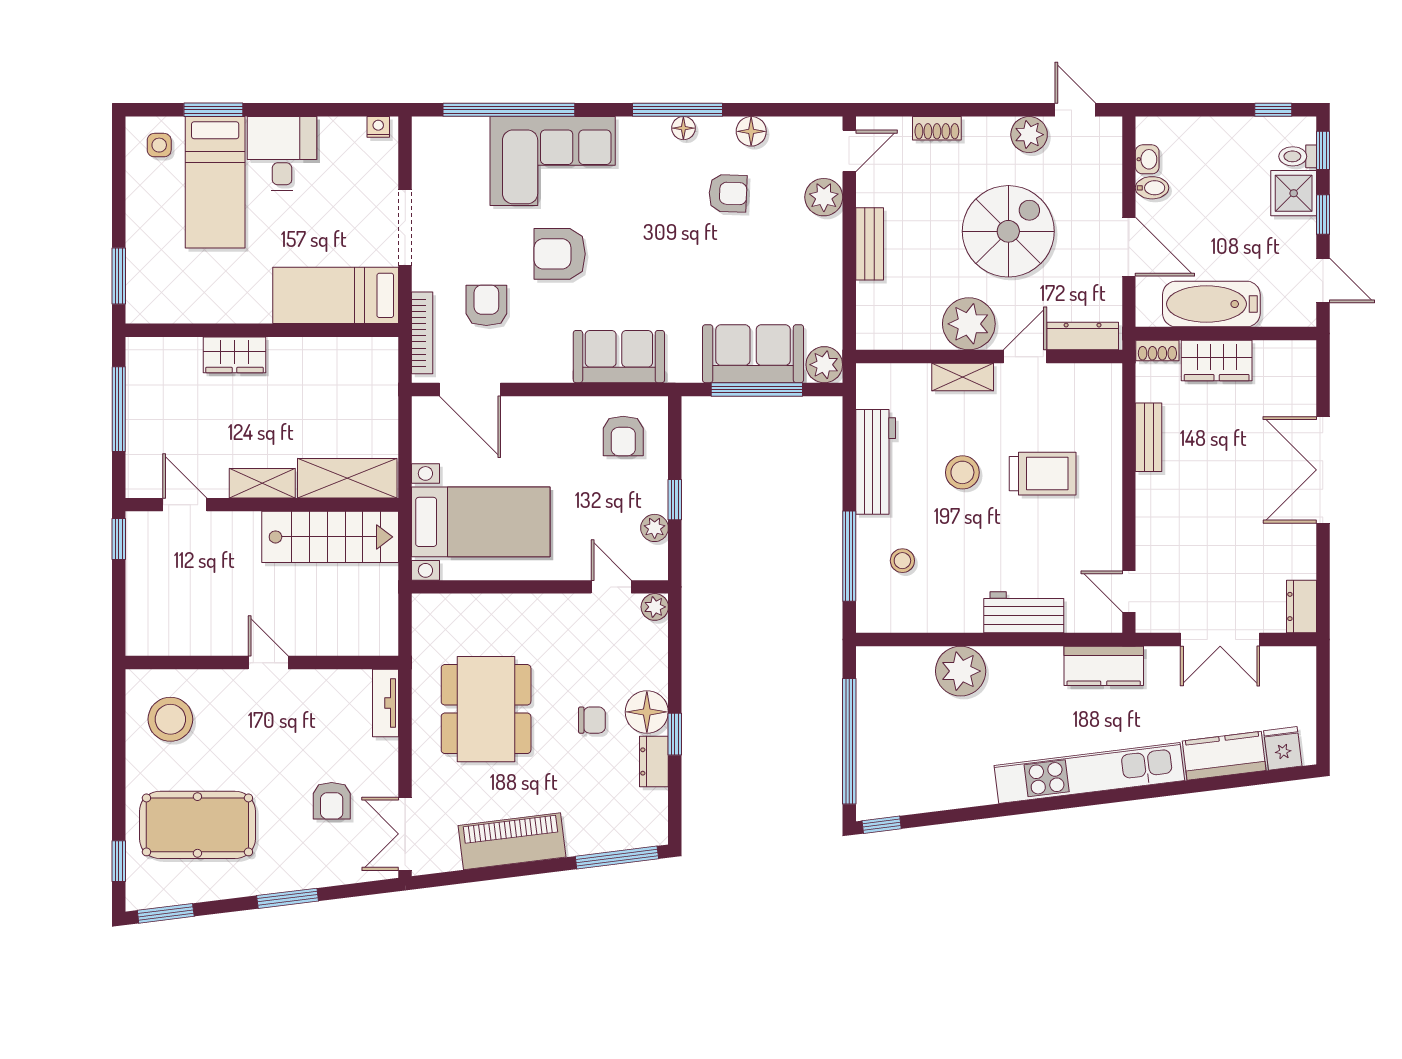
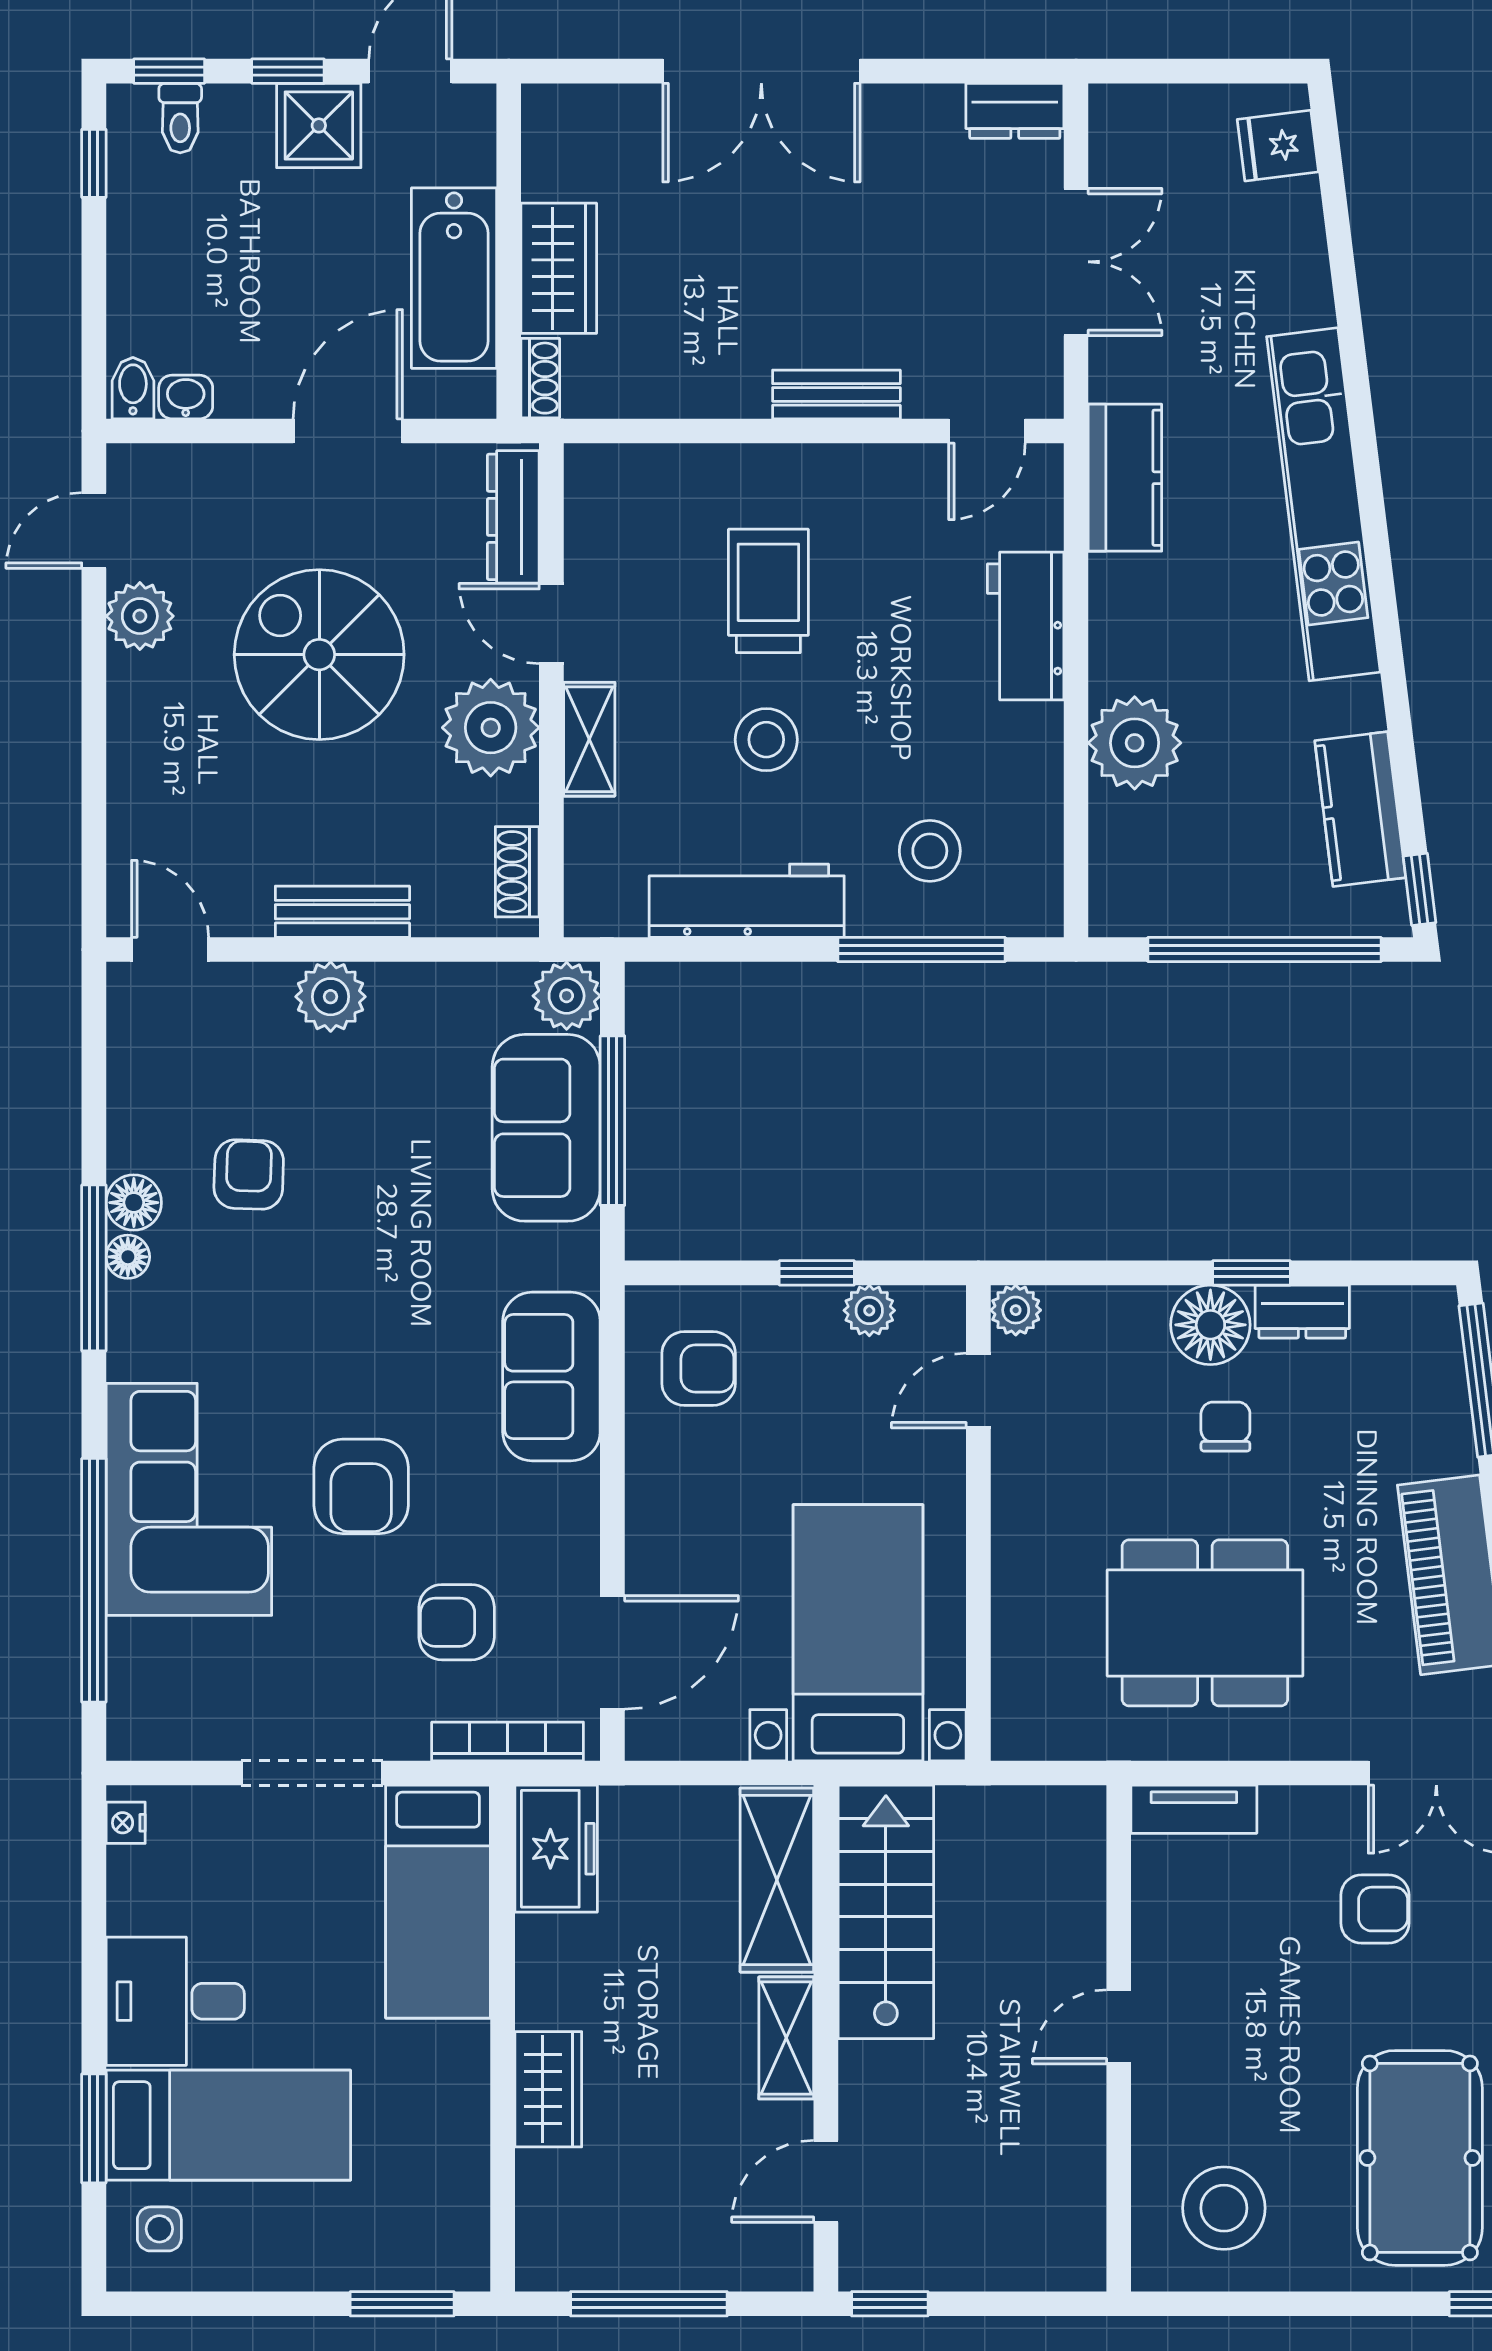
shoe rack: (937, 128) -> (517, 872), moved, turned 180
floor lamp: (751, 131) -> (134, 1203), moved
bidet: (1152, 188) -> (133, 388), moved
shower: (1294, 193) -> (319, 125), moved
plant: (824, 197) -> (331, 997), moved
freezer: (364, 359) -> (556, 1849), added
bench: (1149, 437) -> (836, 394), moved
stool: (902, 561) -> (930, 851), width x1.37, depth x1.37
kitchen counter: (1224, 756) -> (1360, 809), moved

